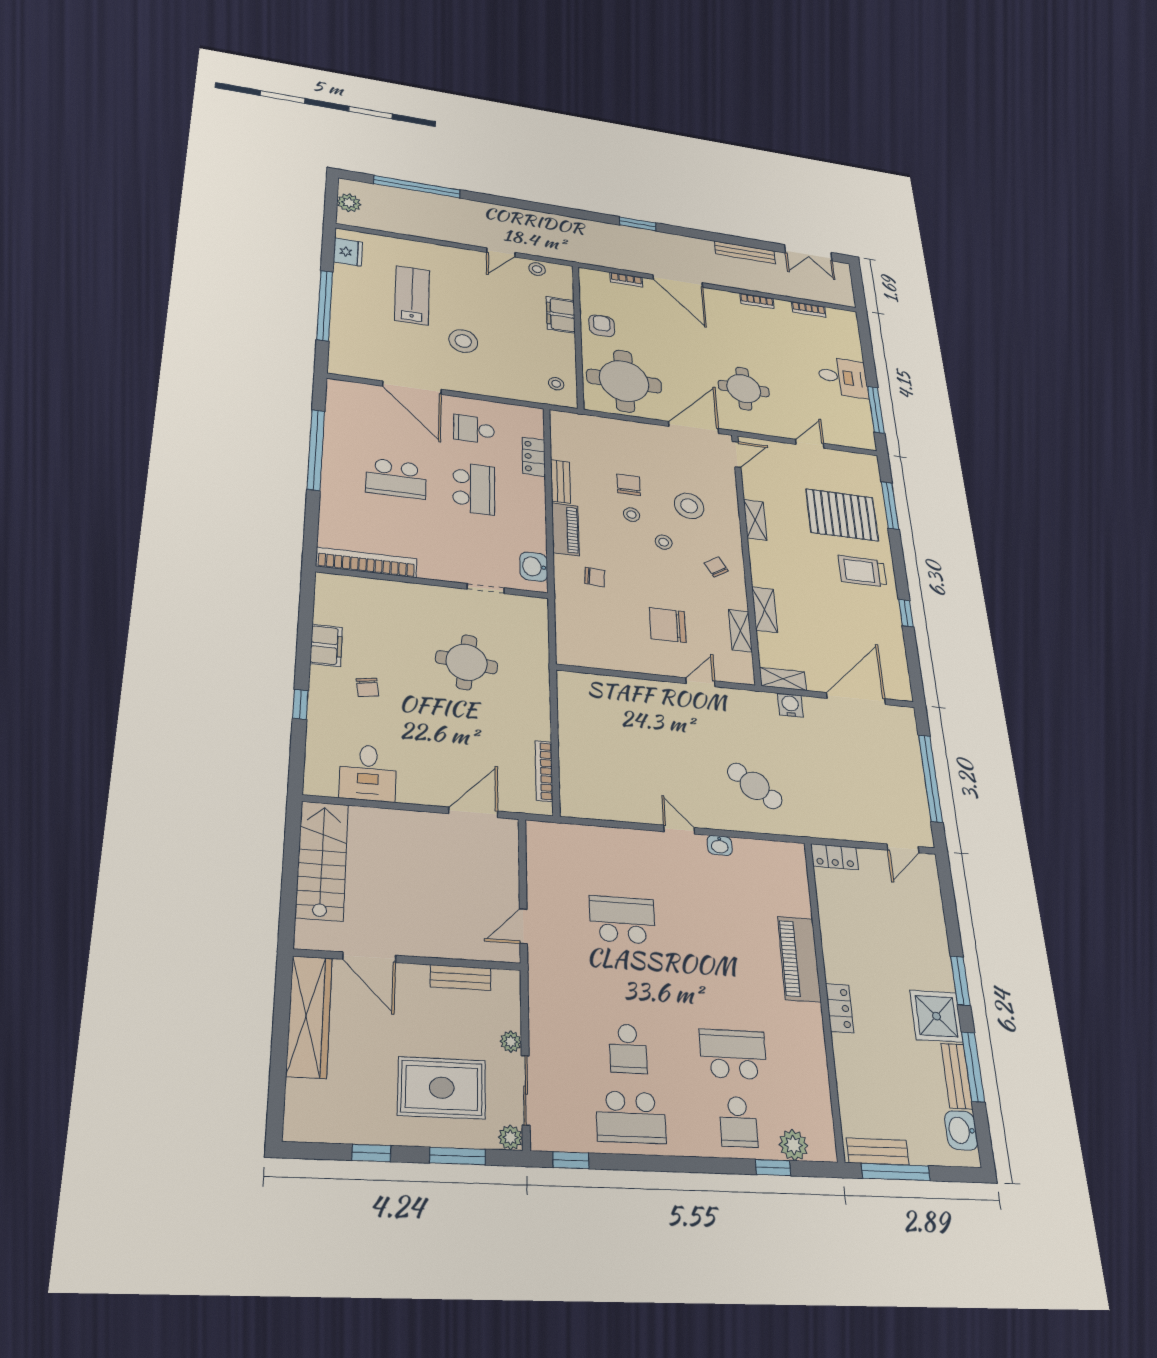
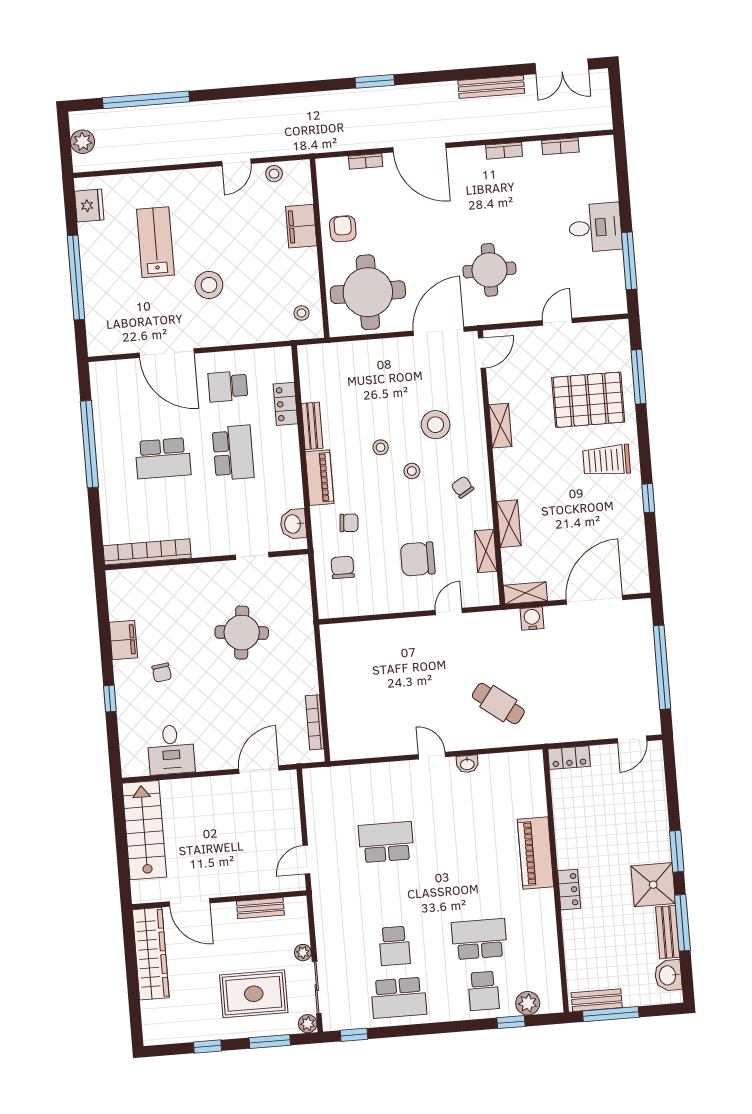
chair: (629, 485) -> (343, 567), moved

